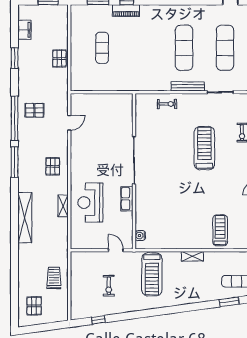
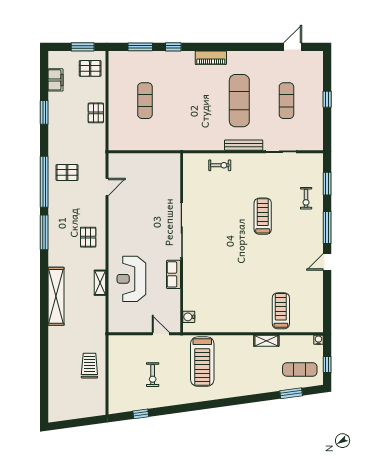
piano: (126, 11) -> (211, 58), moved
exercise mat: (225, 48) -> (286, 101), width x0.73, depth x0.69
treadmill: (204, 148) -> (263, 216), width x0.73, depth x0.73
shelving: (192, 256) -> (266, 341), moved
pallet: (34, 306) -> (90, 68), moved, turned 90

